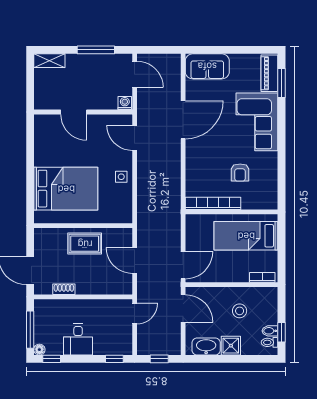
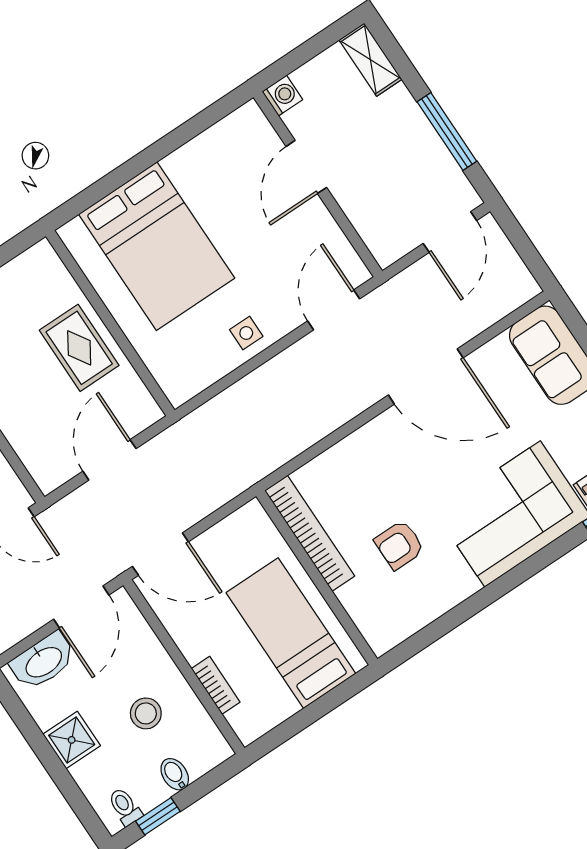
washing machine: (125, 103) -> (282, 95), moved
bookcase: (262, 277) -> (216, 685), moved
bidet: (270, 331) -> (175, 774), moved
washbasin: (206, 347) -> (43, 661), moved, turned 90

